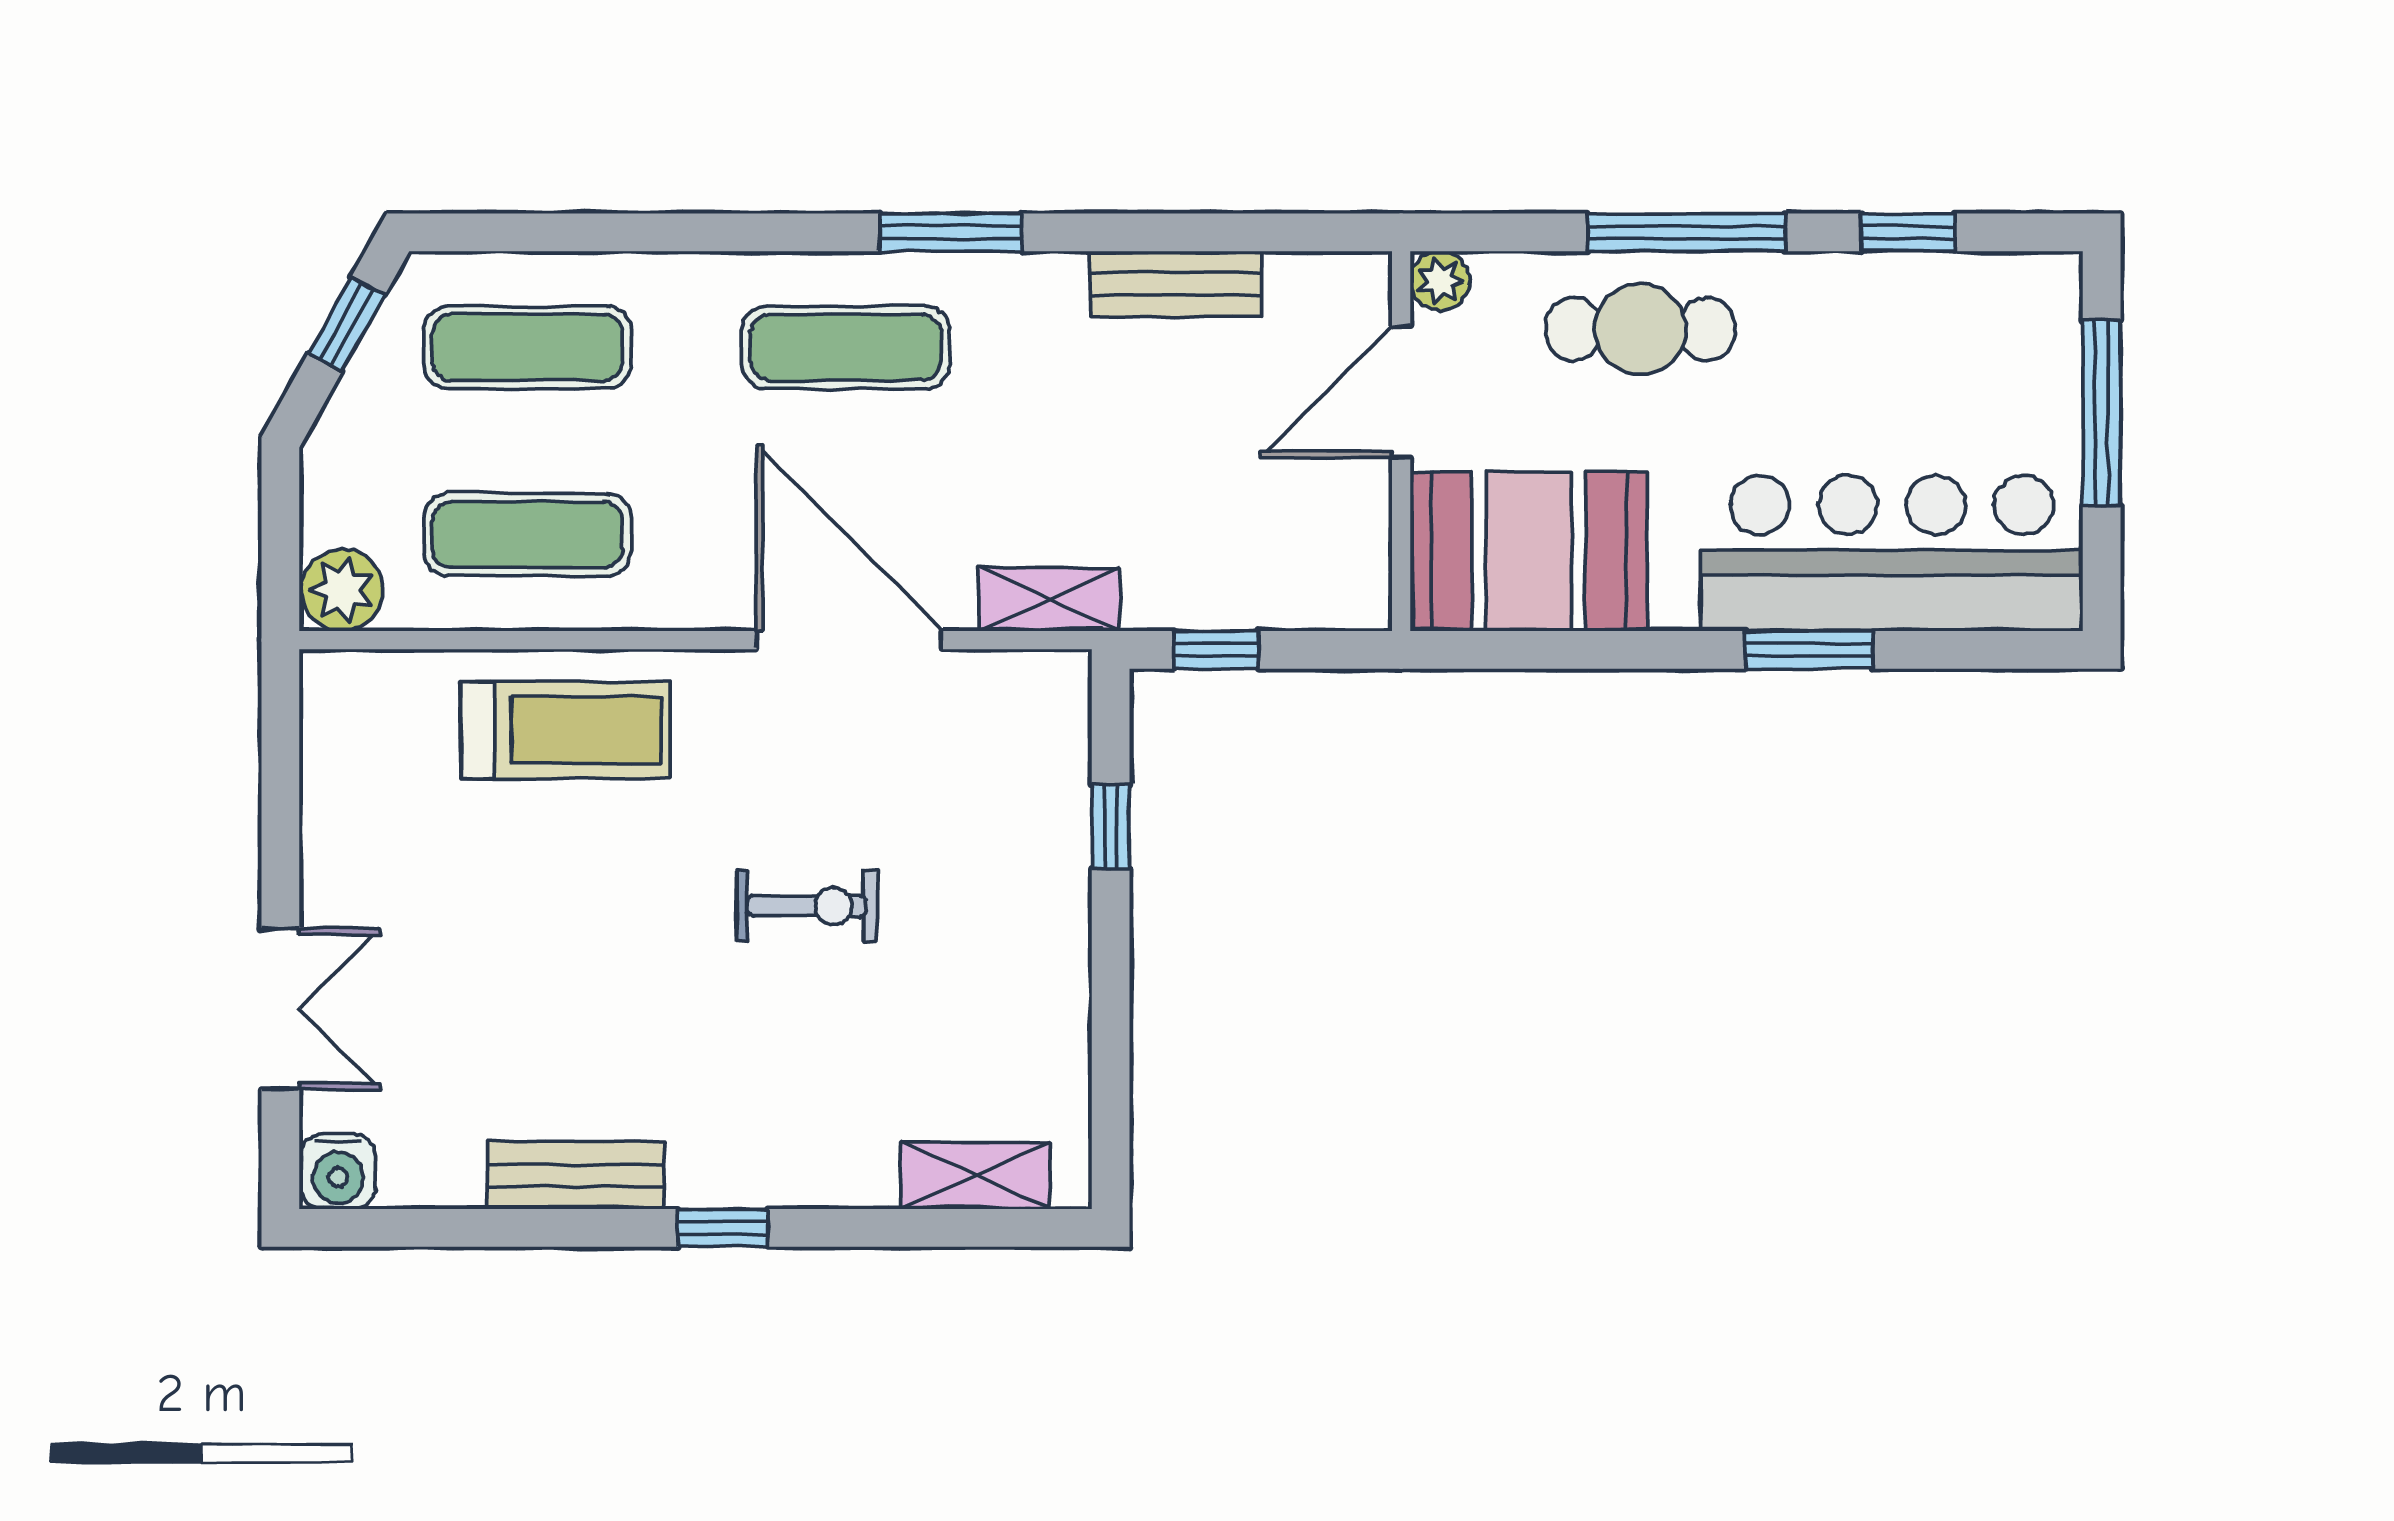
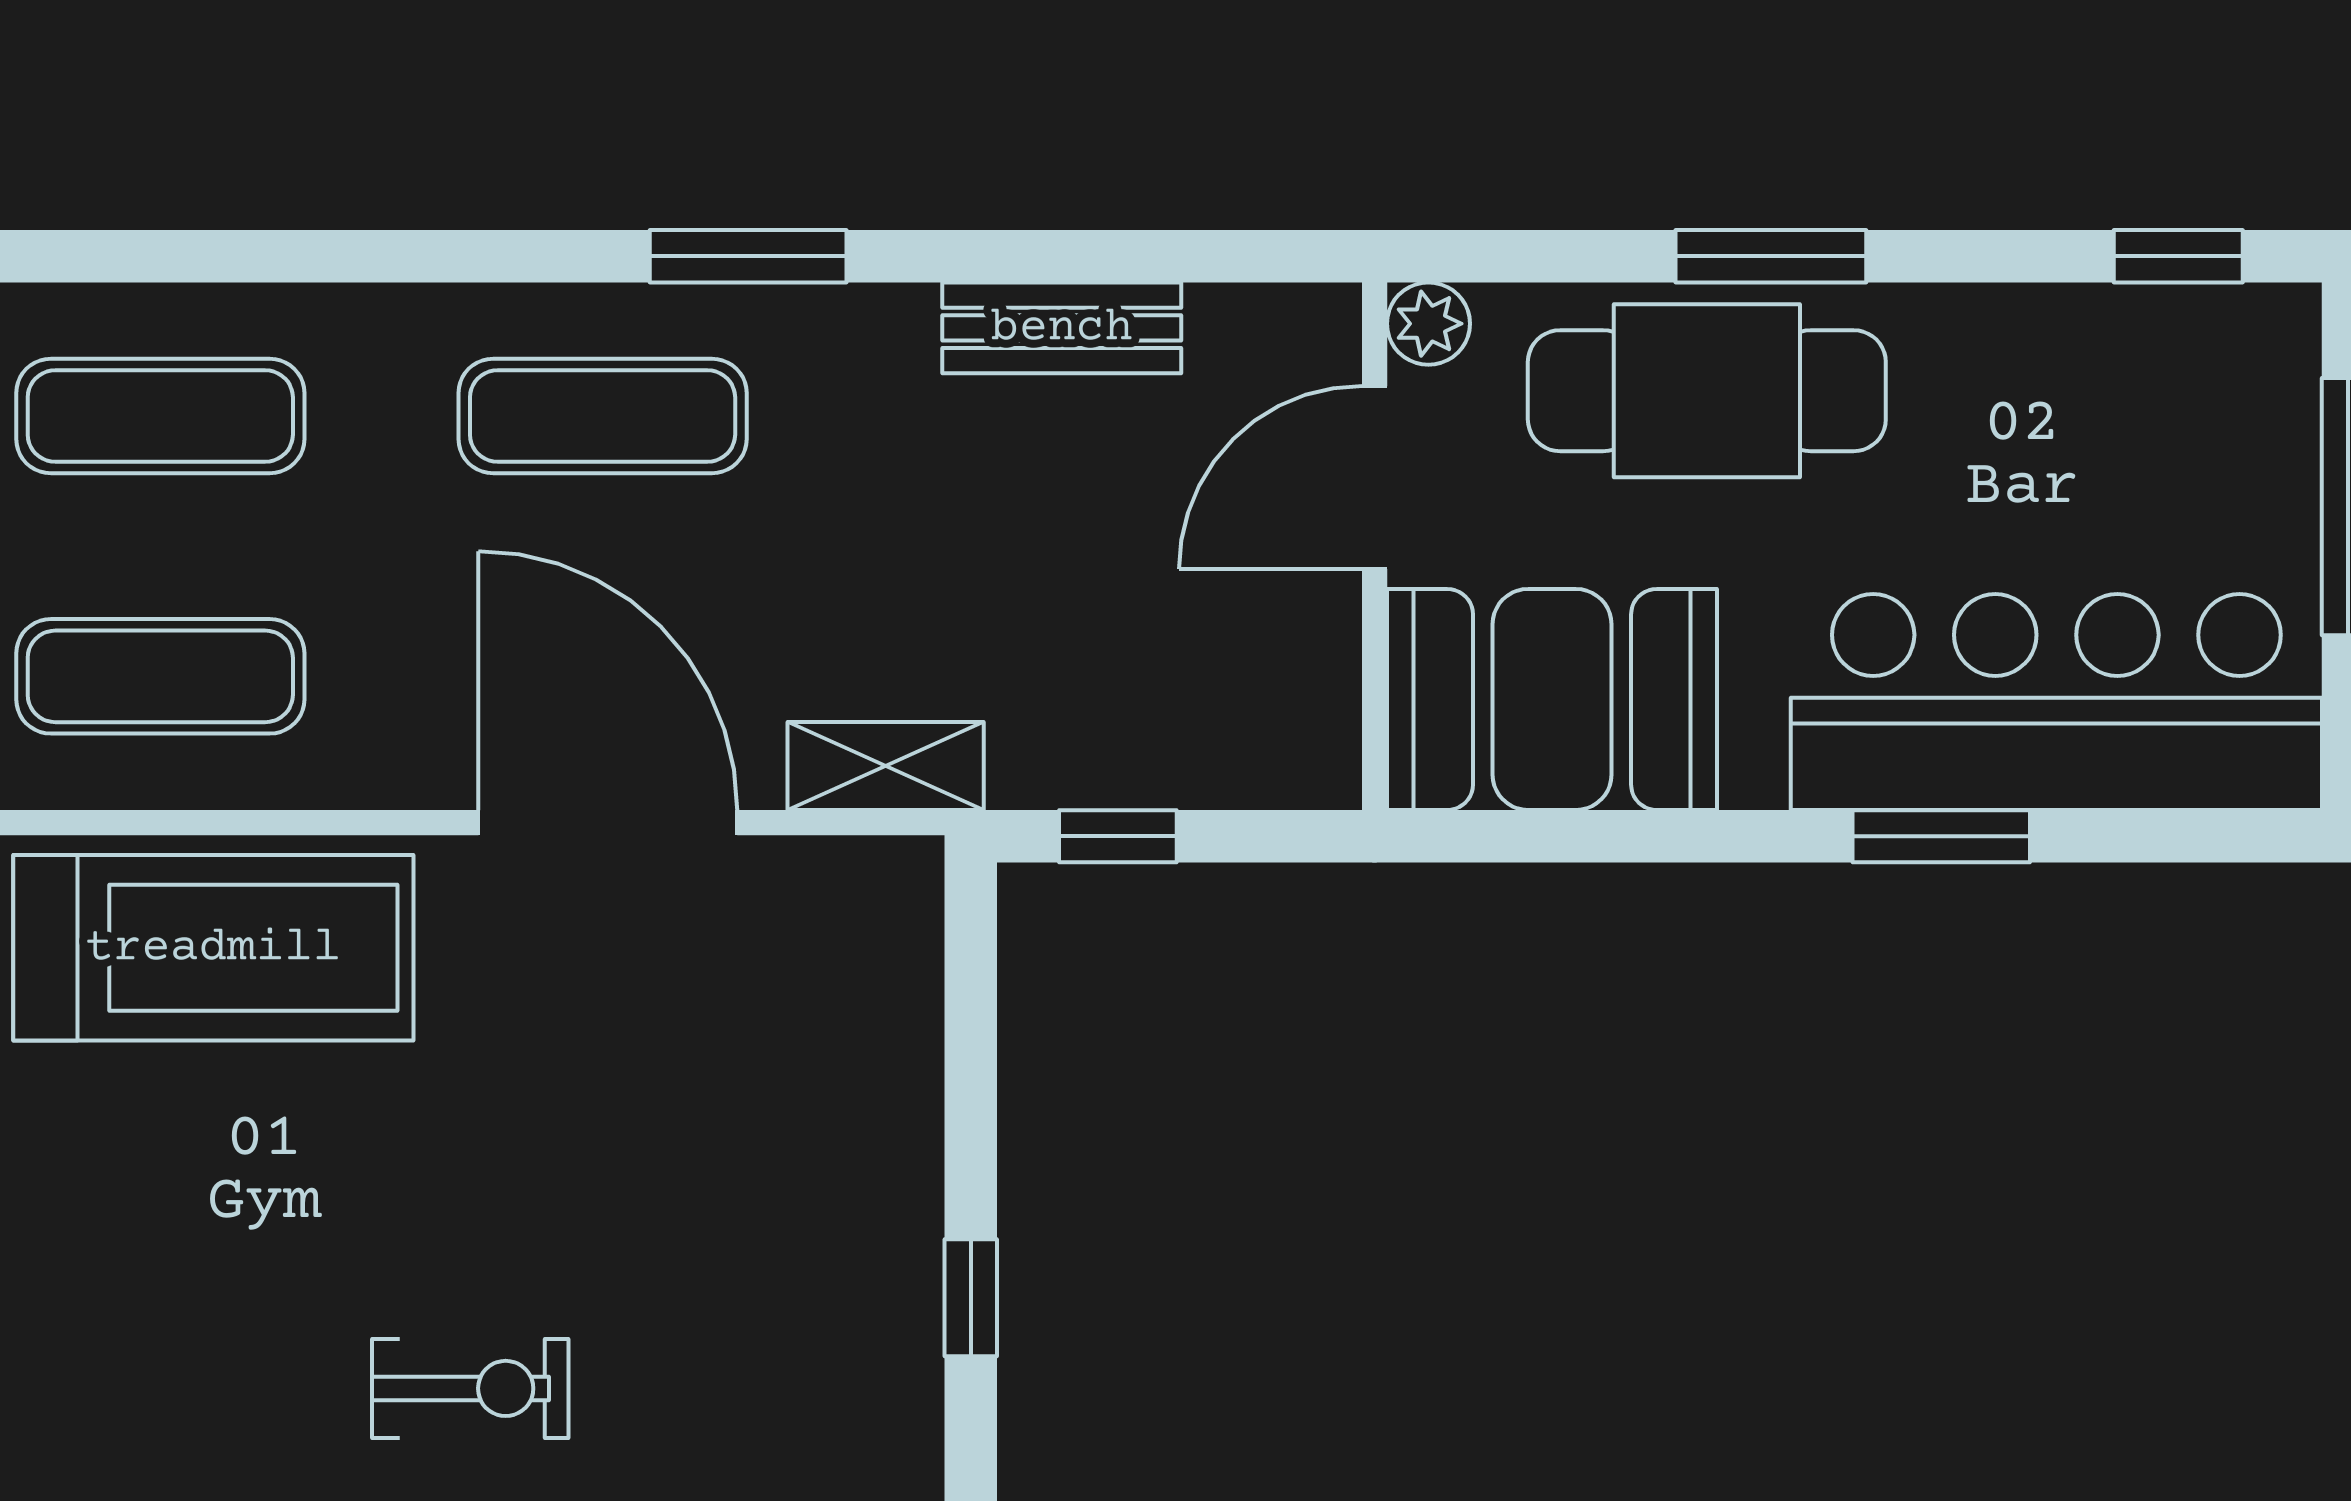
window: (1686, 232) -> (1771, 256), width x0.69
window: (1908, 232) -> (2178, 256), moved
cafe table: (1640, 329) -> (1707, 391), width x1.37, depth x1.35
treadmill: (566, 730) -> (213, 948), width x1.37, depth x1.38
window: (1111, 826) -> (971, 1298), moved
exercise bike: (807, 906) -> (470, 1388), moved

